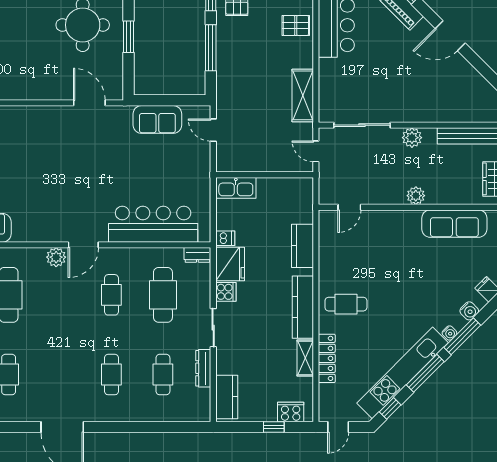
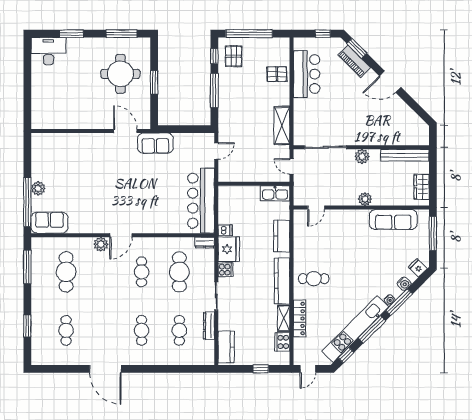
sofa: (157, 119) -> (155, 143), moved
door: (213, 130) -> (216, 151), swing flipped
kitchen sink: (236, 188) -> (275, 193), moved
bar counter: (153, 224) -> (201, 201), moved, turned -90
cooker: (291, 412) -> (282, 342), moved, turned -90

